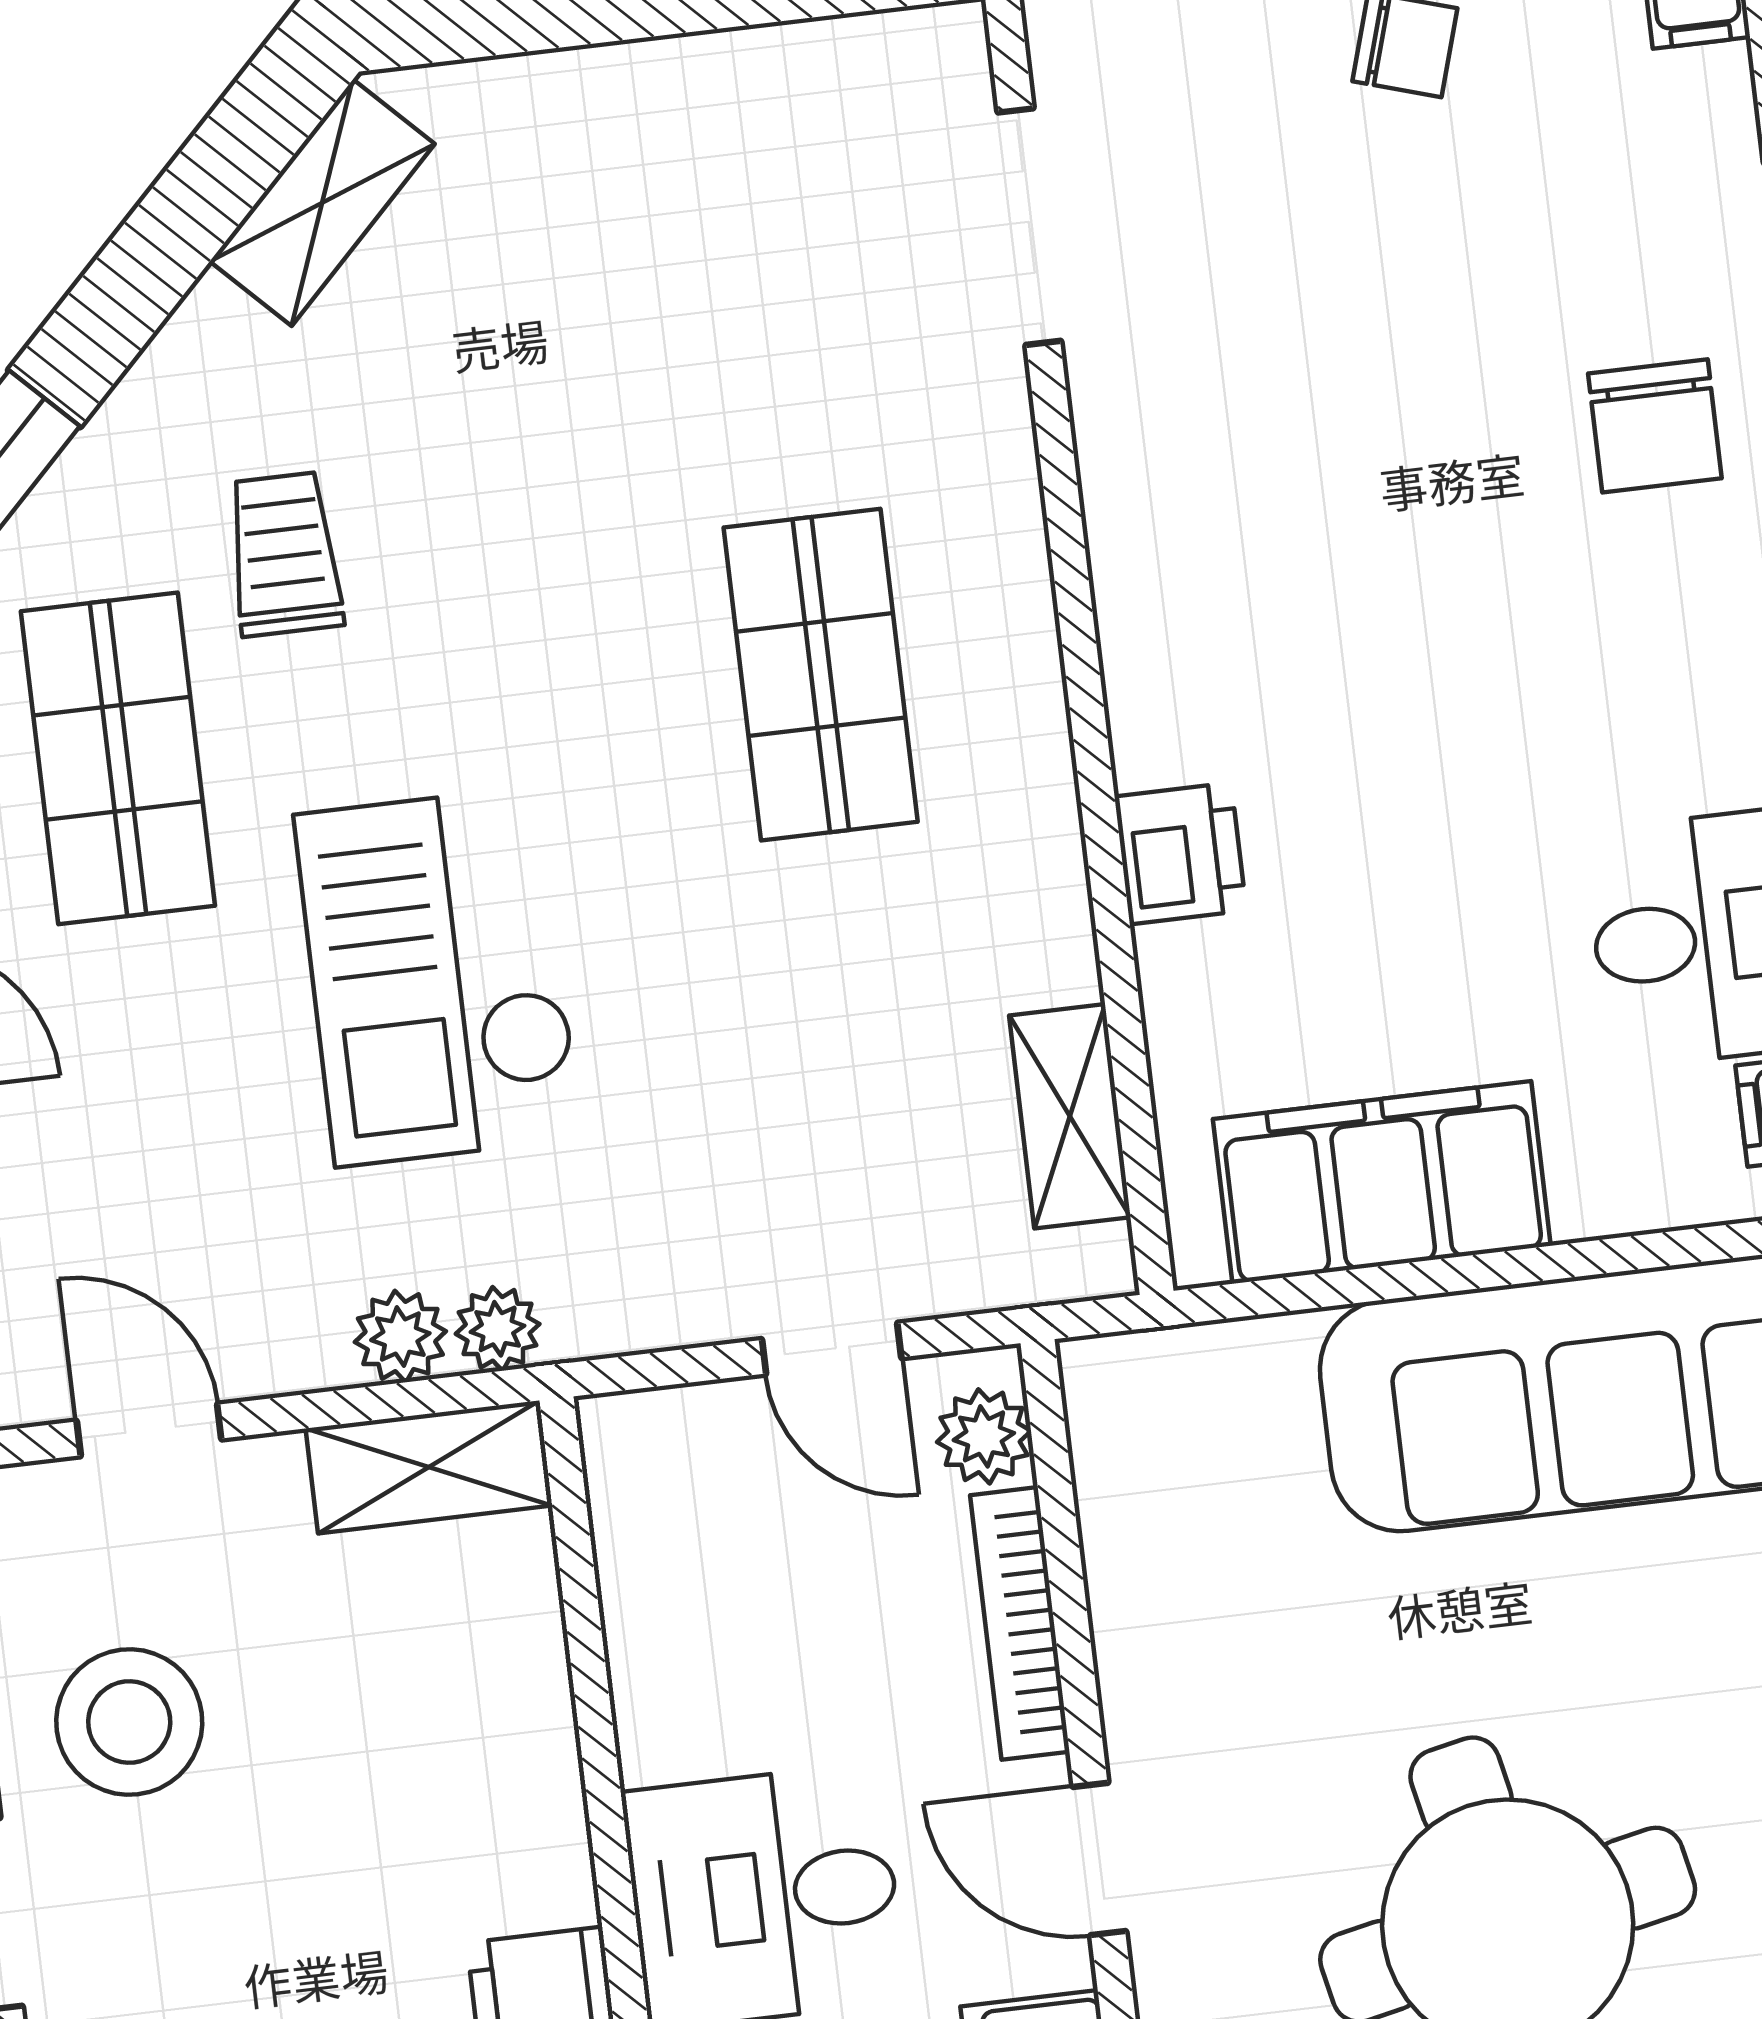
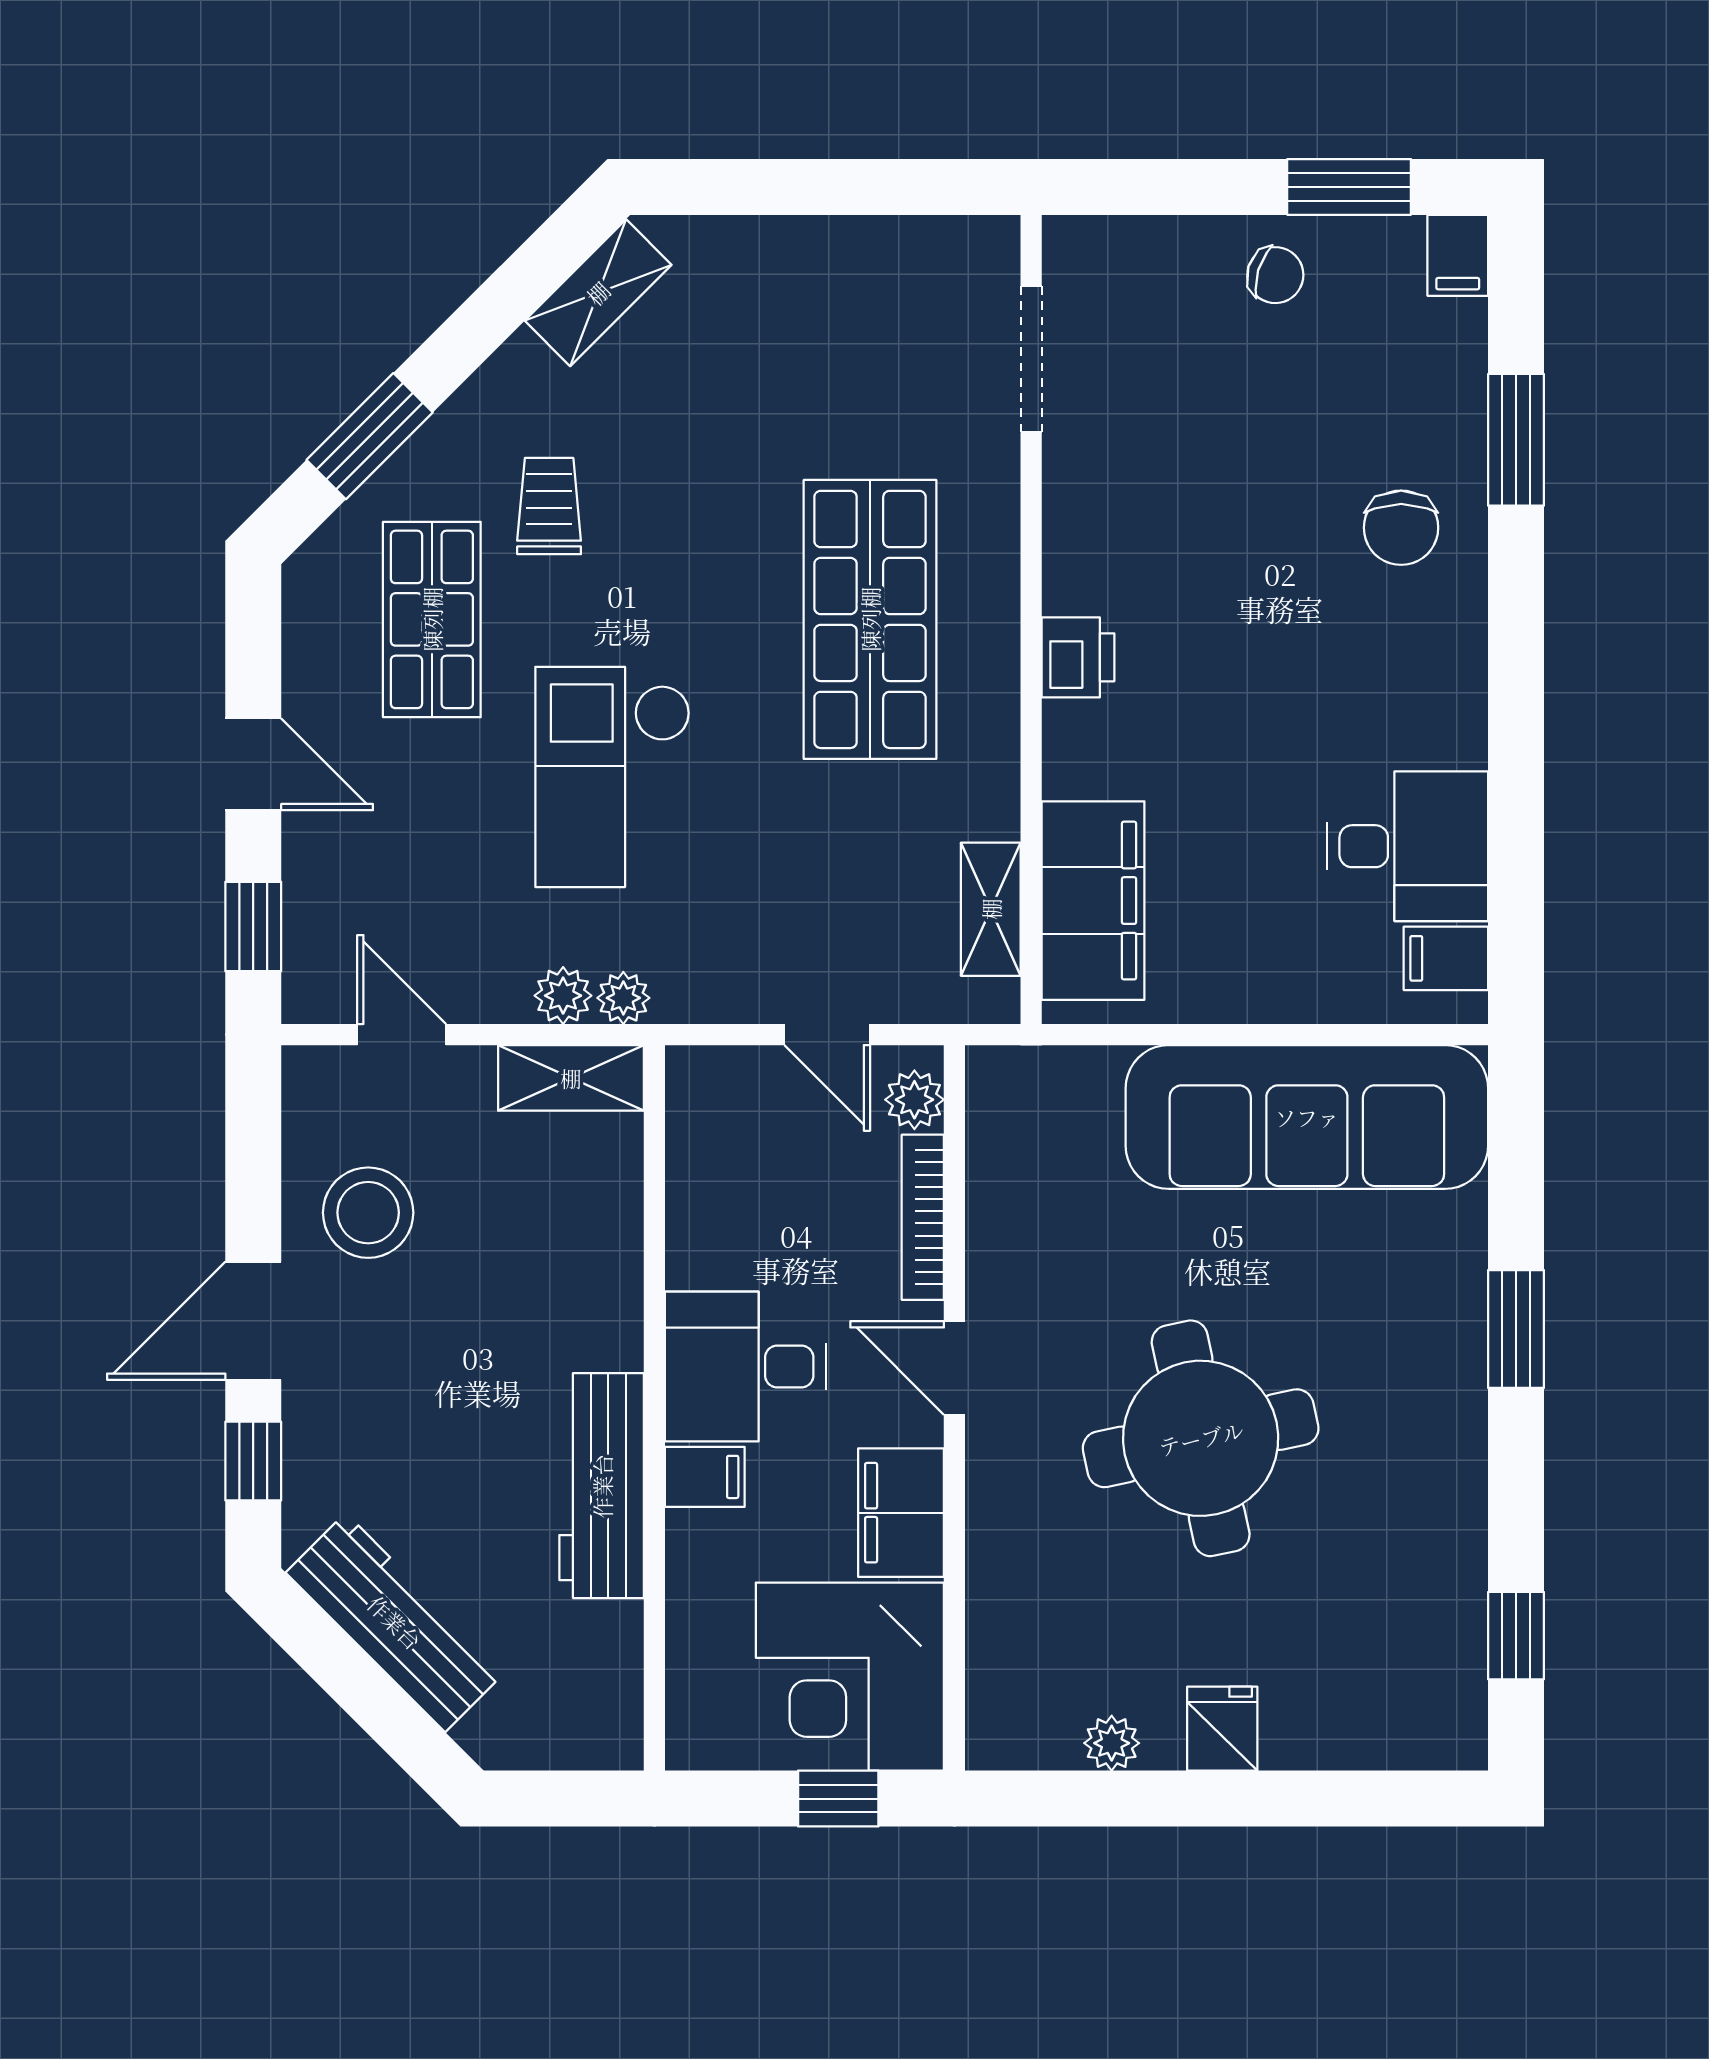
shop shelf: (821, 675) -> (870, 619), width x1.43, depth x1.36
printer: (1180, 853) -> (1078, 657), moved
filing cabinet: (1382, 1182) -> (1093, 901), moved, turned 90

